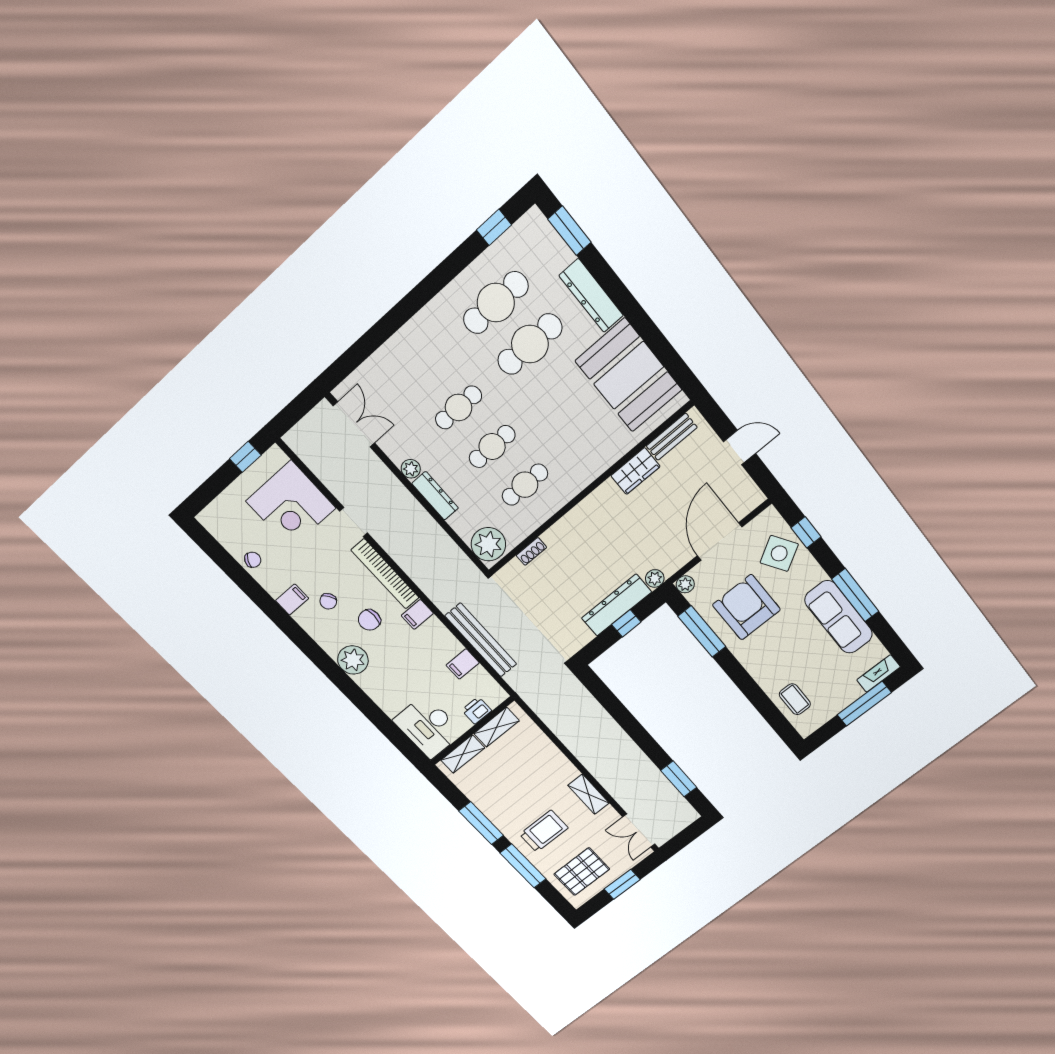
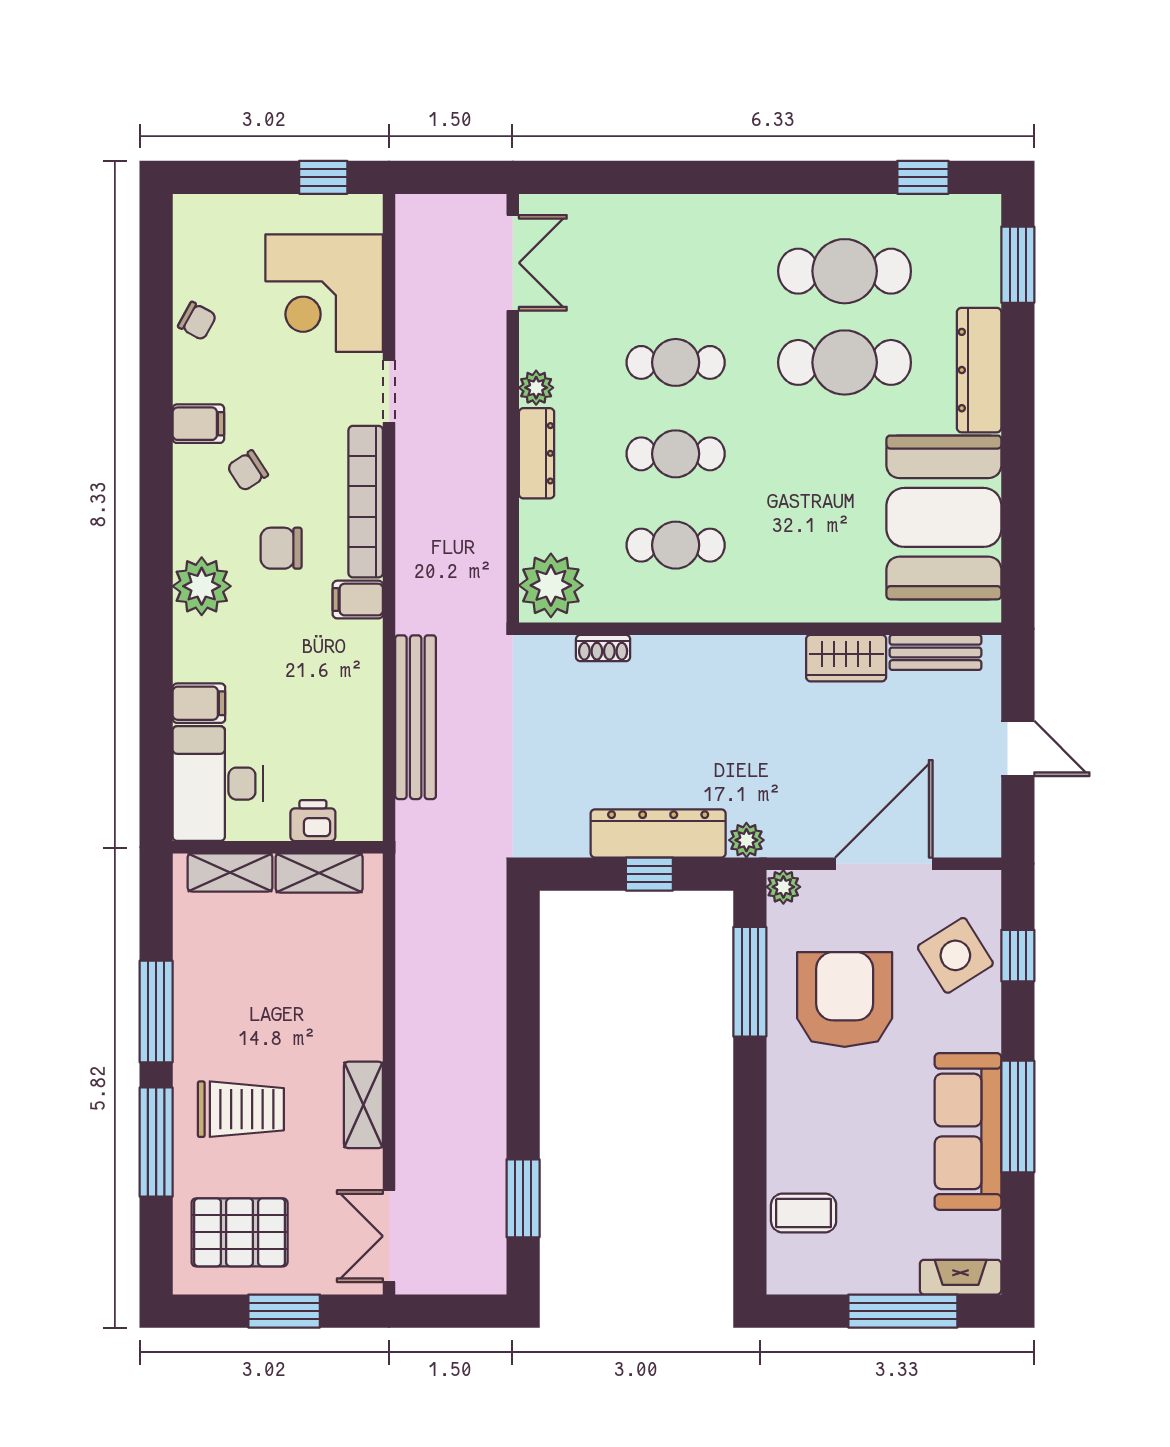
filing cabinet: (463, 664) -> (199, 703), moved, turned 180
coffee table: (795, 699) -> (804, 1213), turned 90

